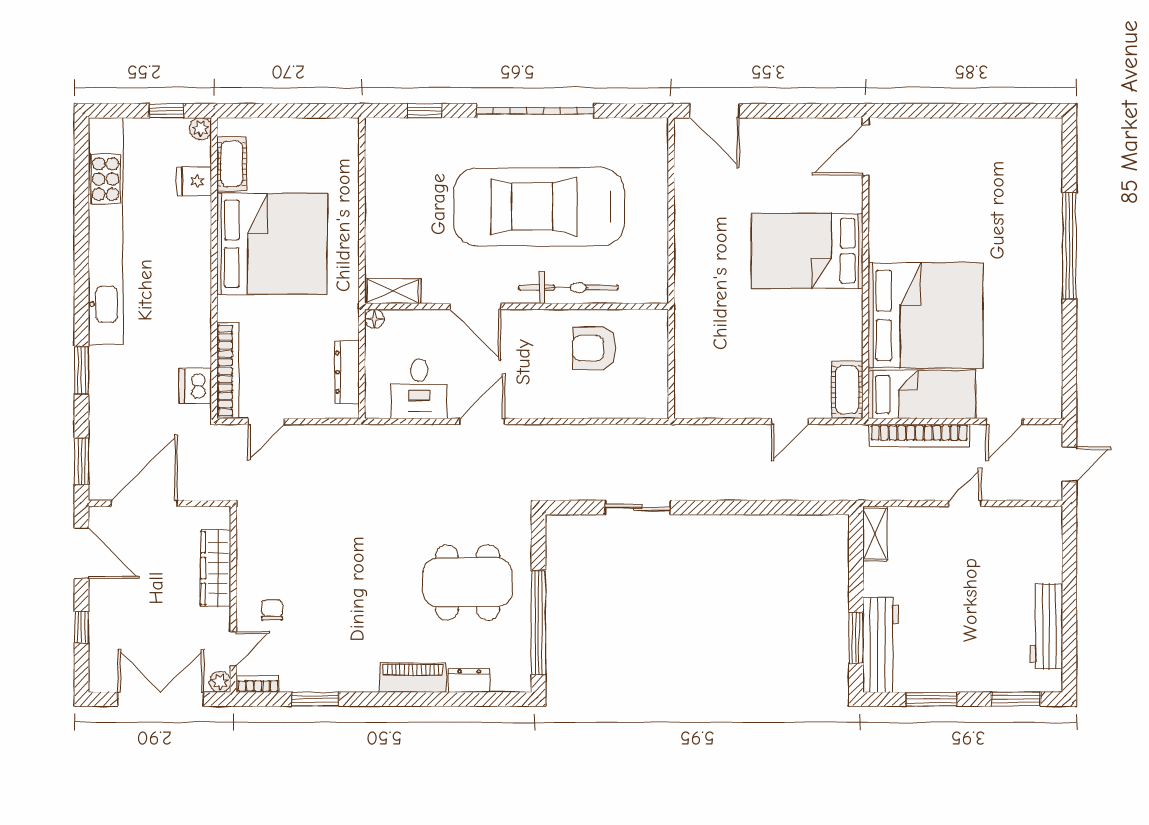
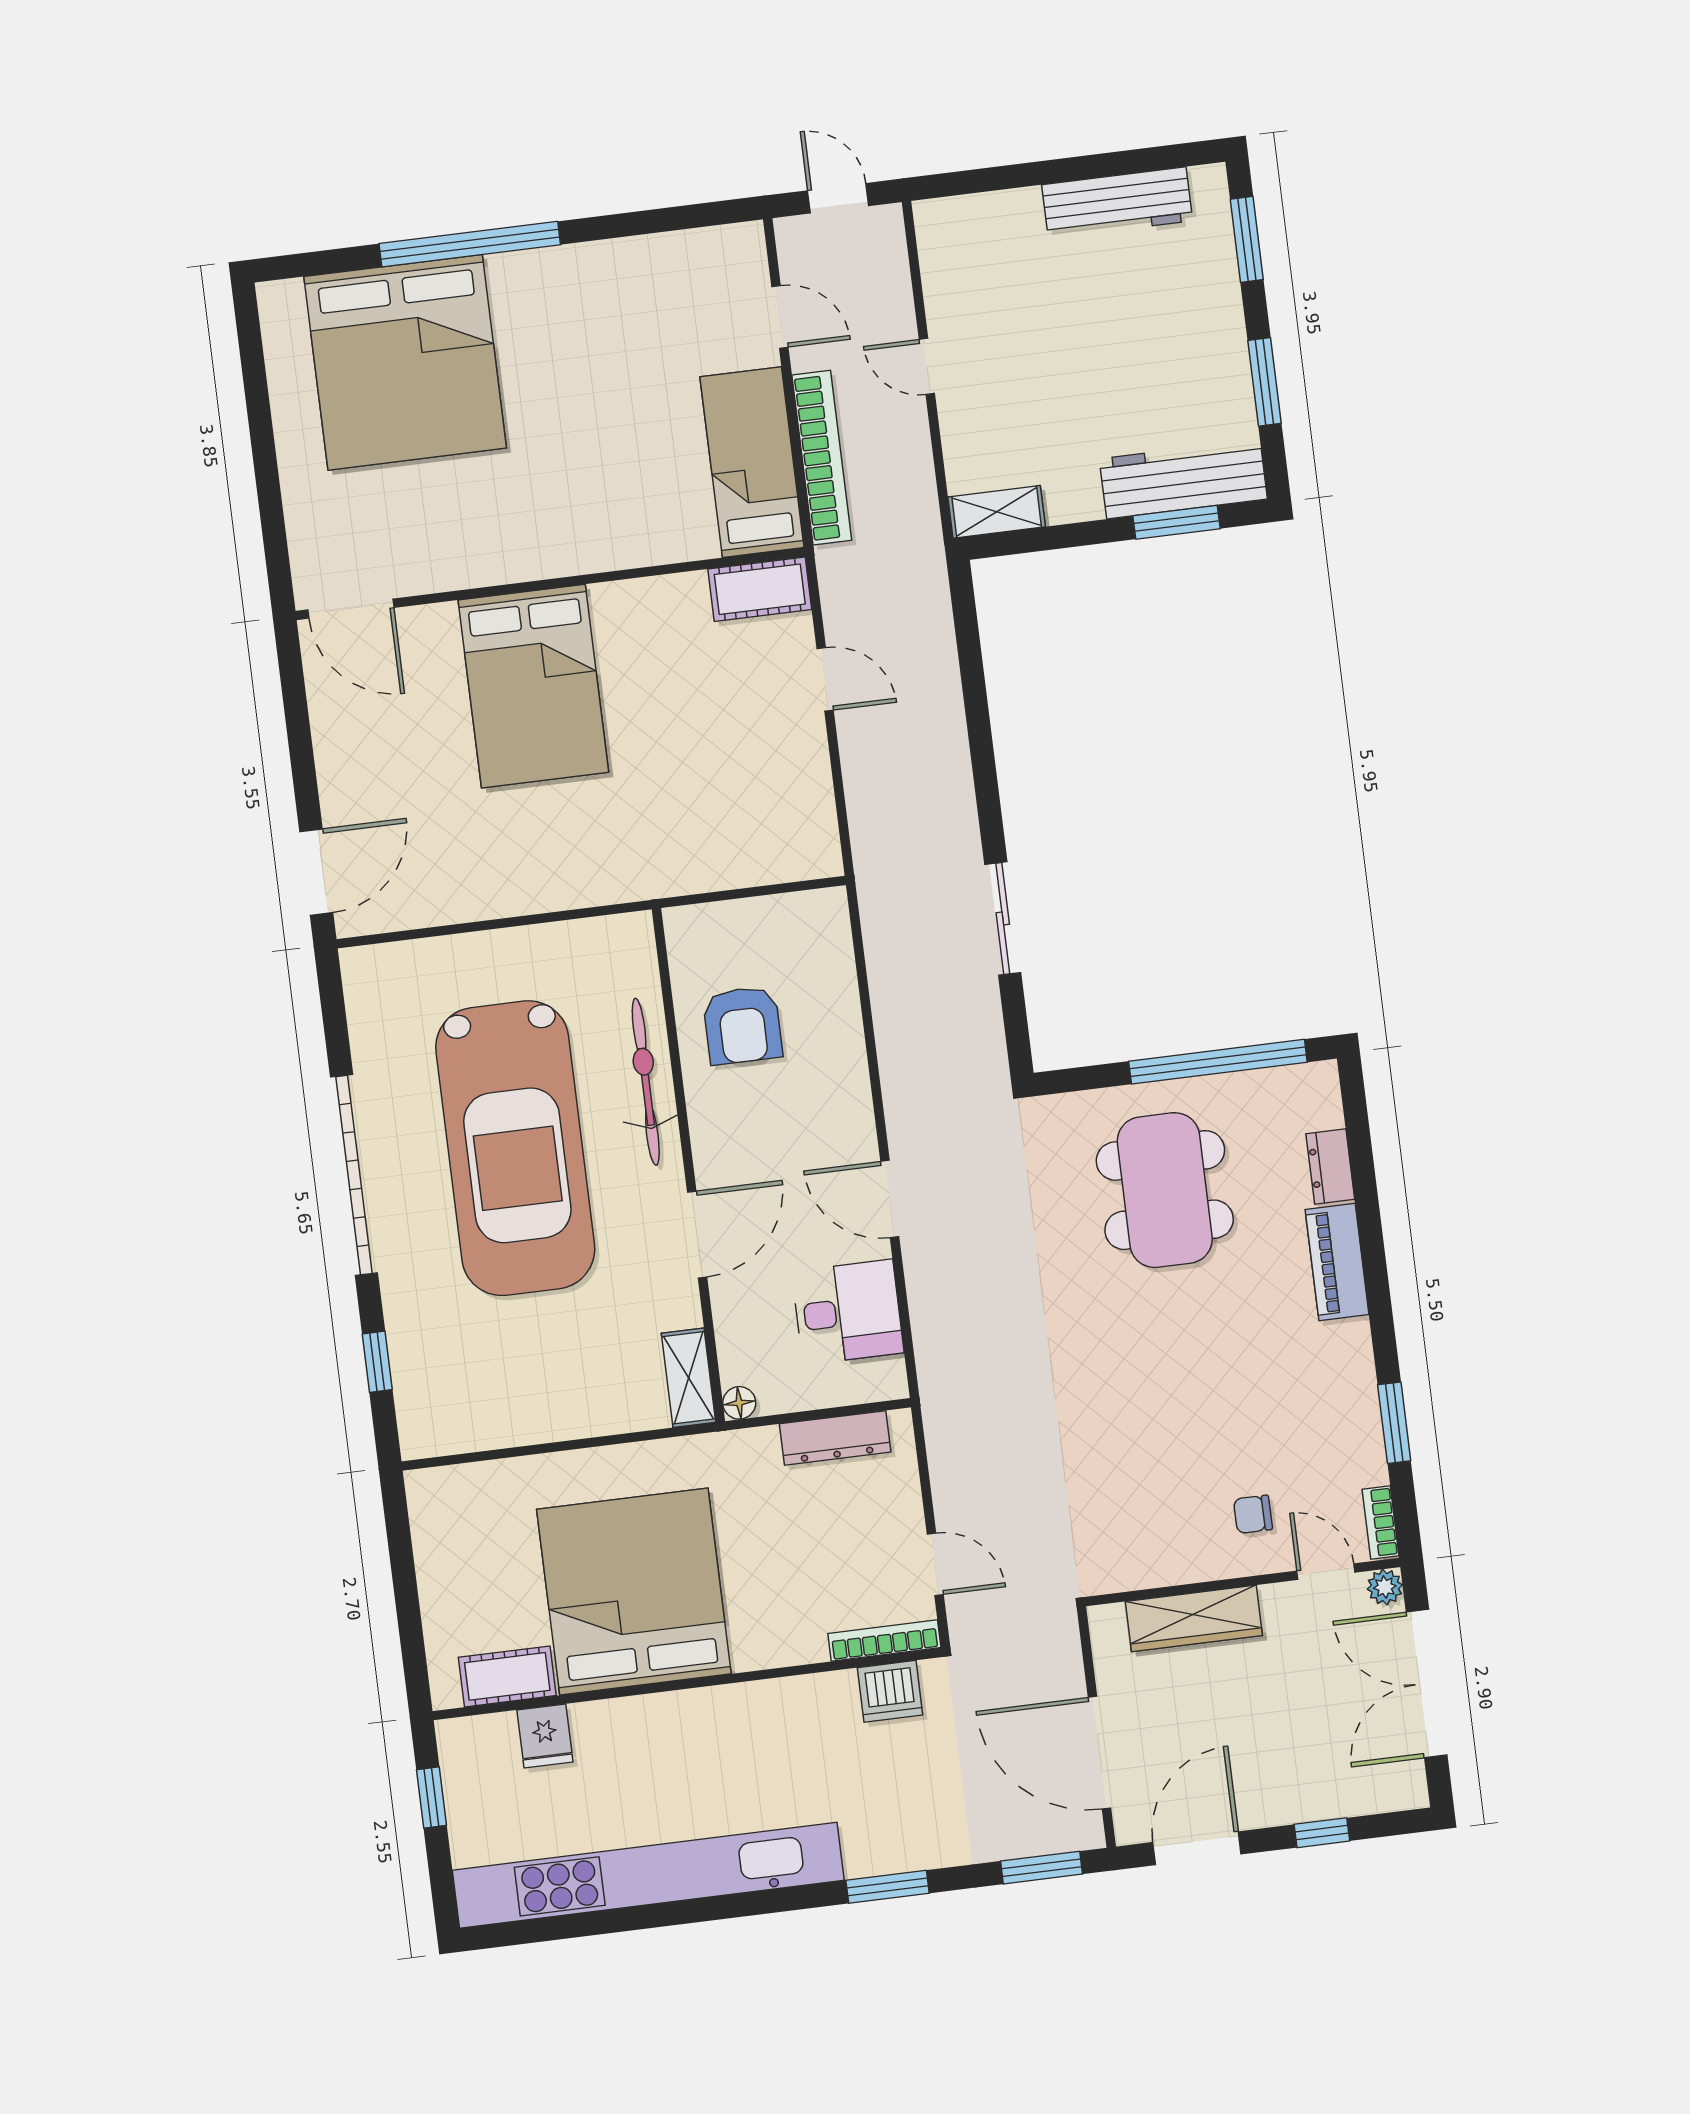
plant: (201, 129) -> (454, 1737), removed
bed: (926, 315) -> (405, 362), moved, turned 180
bookcase: (228, 371) -> (884, 1641), width x0.68, depth x0.76

